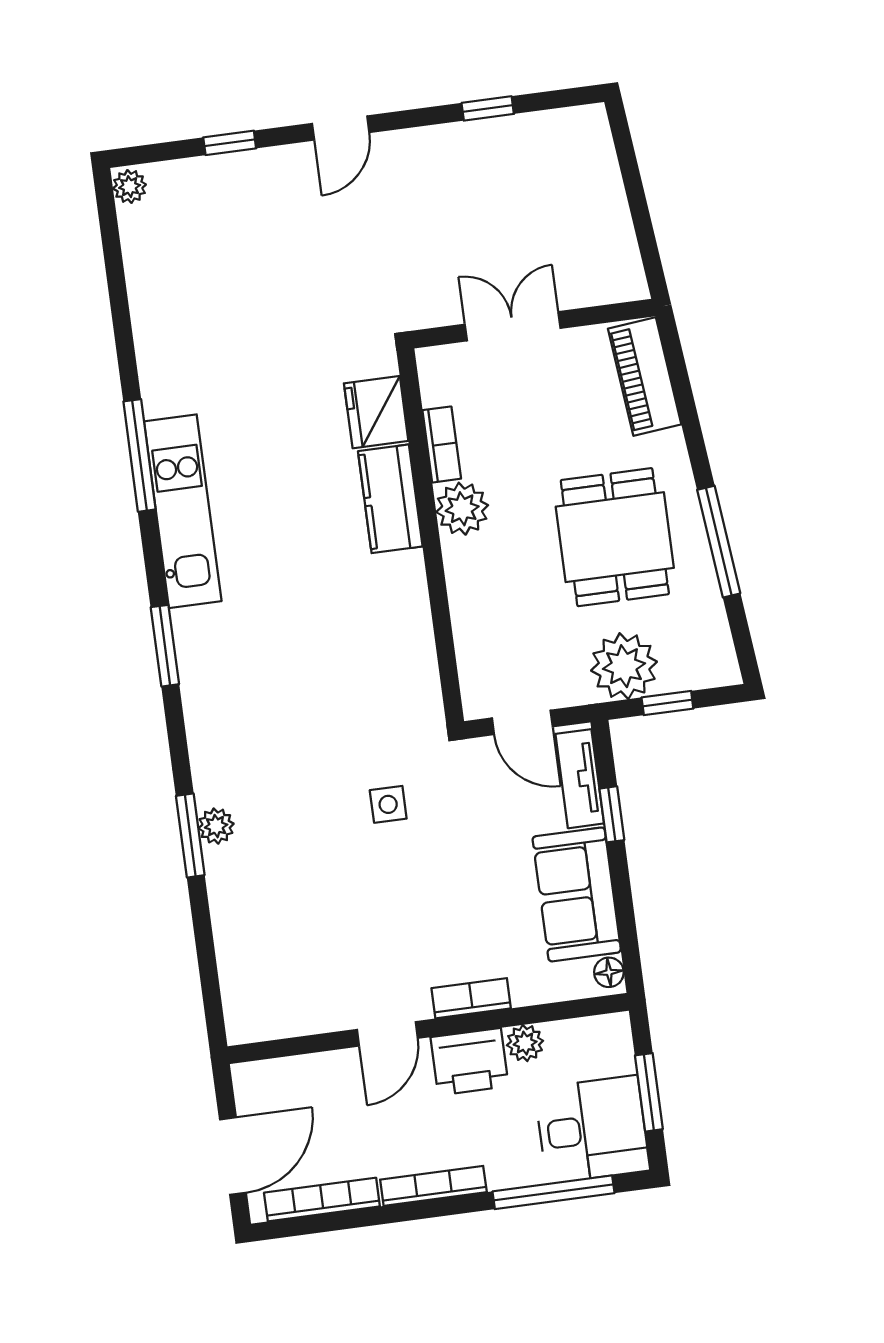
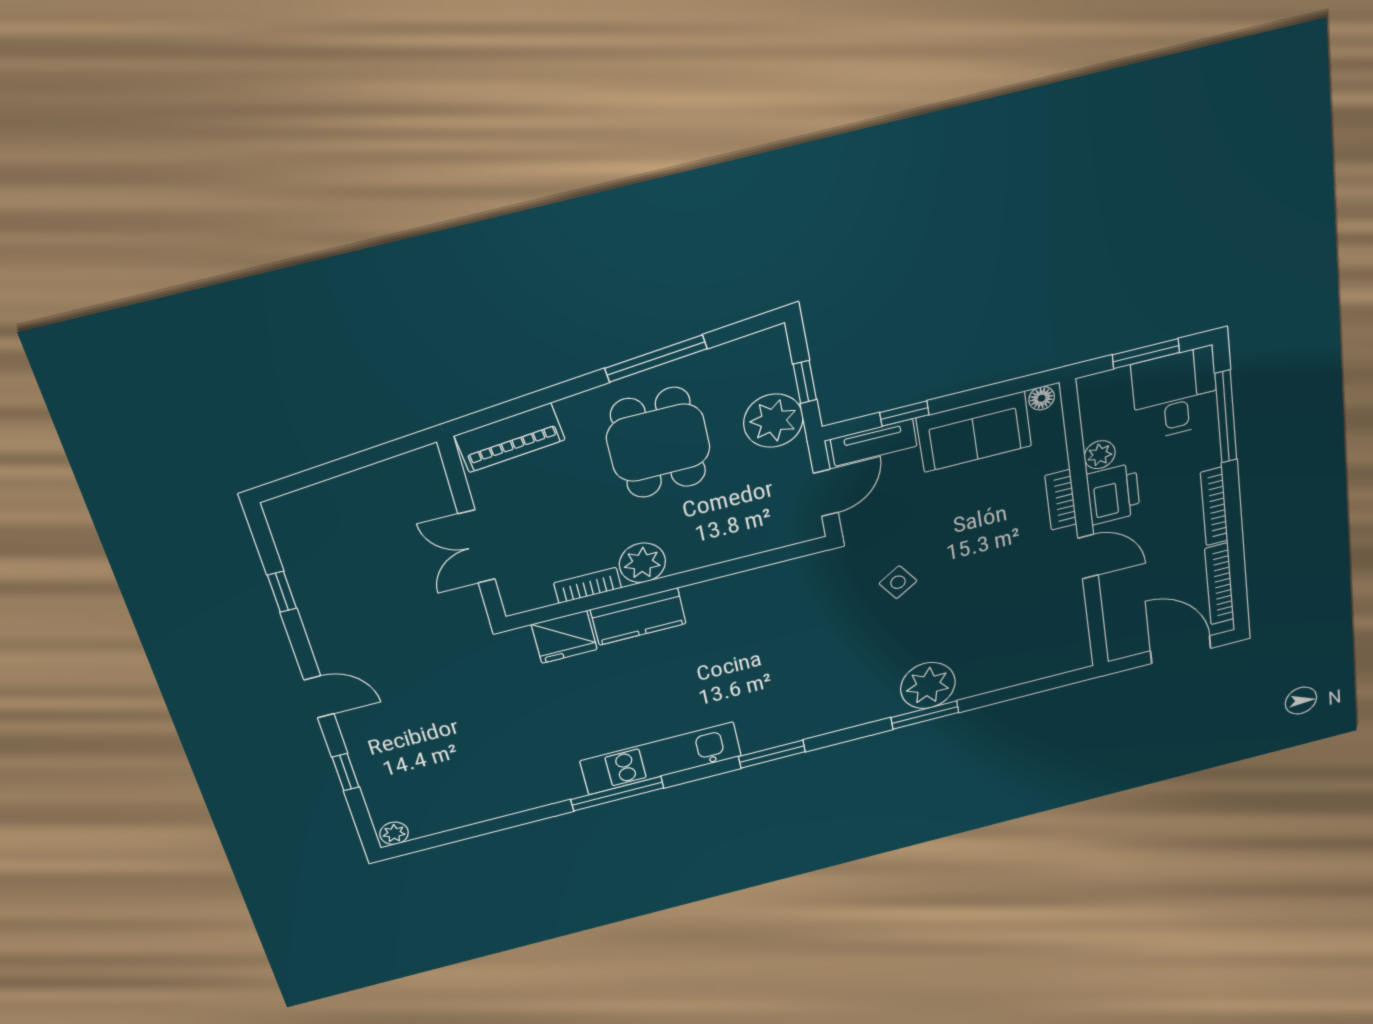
dining table: (615, 537) -> (658, 443), turned 90
side table: (388, 804) -> (898, 582), turned -33
plant: (216, 826) -> (928, 686), width x1.88, depth x1.88

